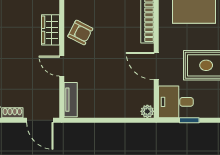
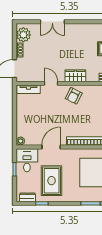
door: (62, 66) -> (51, 83), hinge flipped

